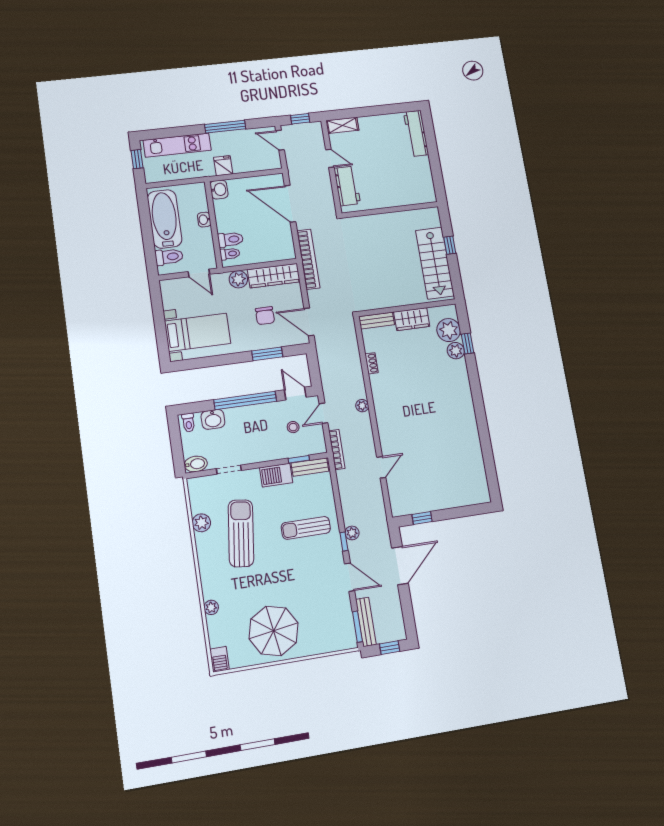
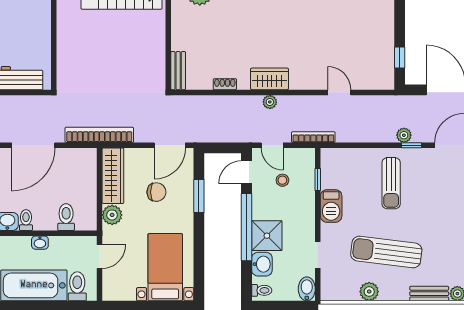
toilet: (230, 254) -> (26, 220), moved
wardrobe: (412, 319) -> (270, 79), moved, turned -90
shower: (240, 420) -> (267, 236), added
bench: (310, 467) -> (429, 294), moved, turned 90

